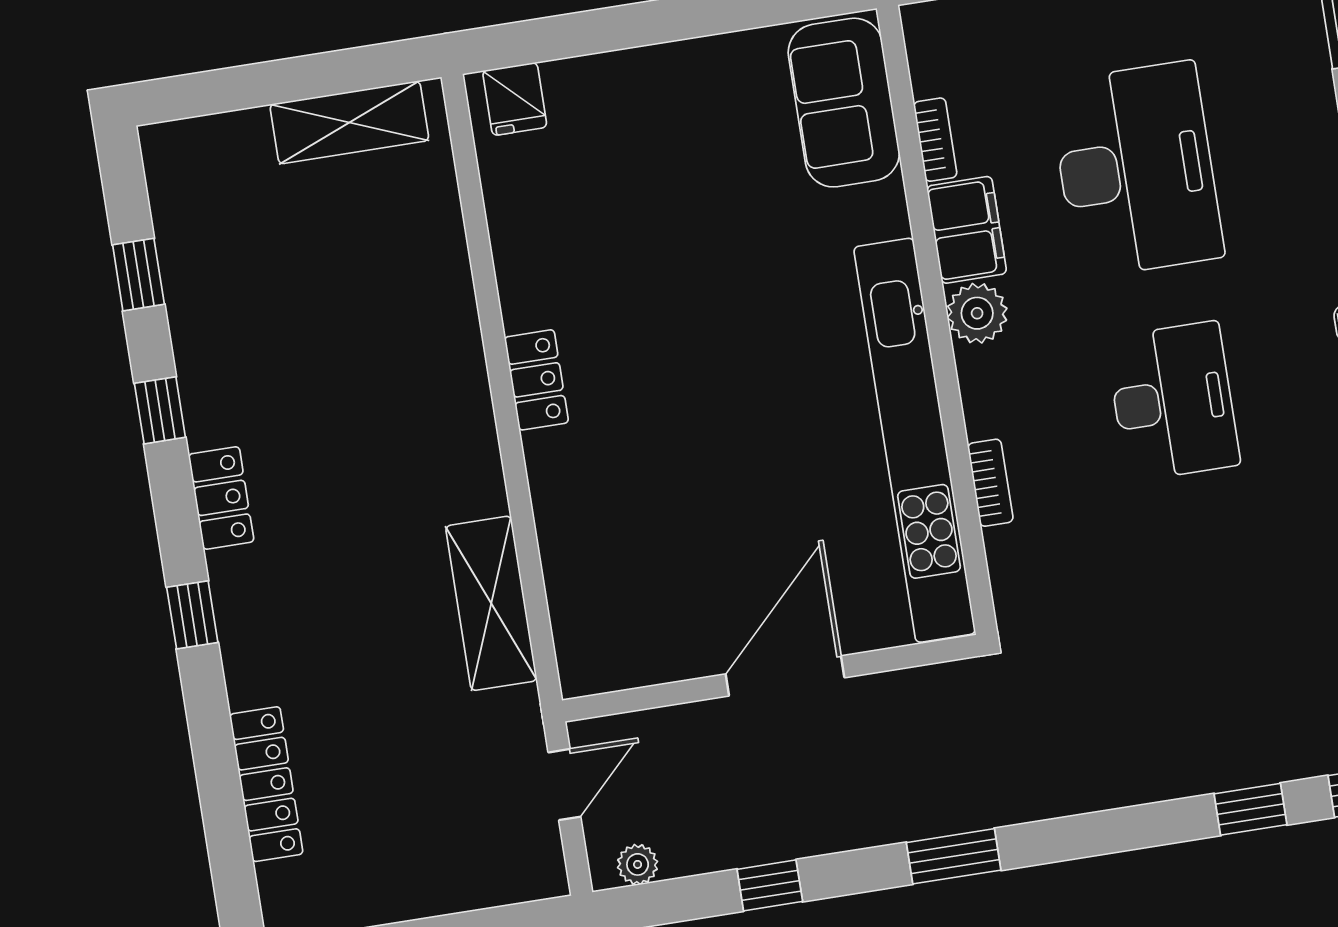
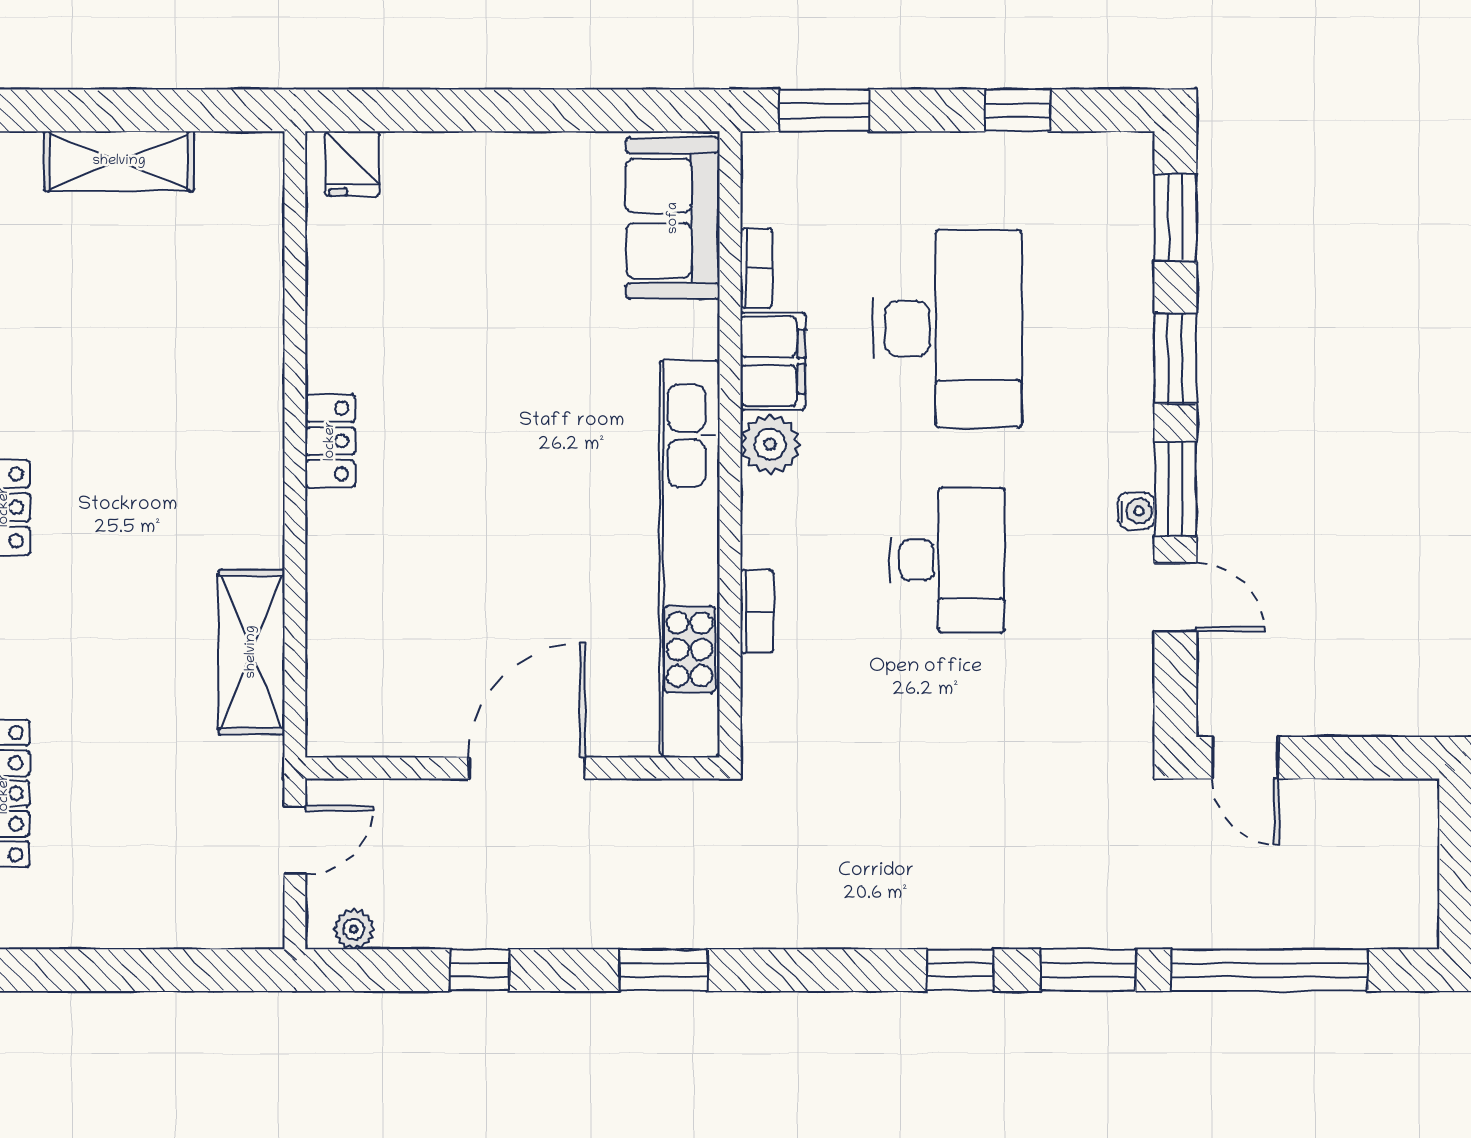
shelving: (349, 122) -> (119, 161), moved

